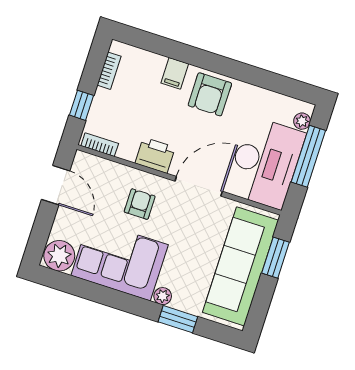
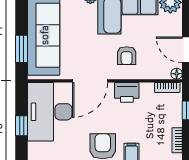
plant: (302, 121) -> (34, 148), removed
window: (308, 156) -> (22, 126), width x0.46
floor lamp: (81, 159) -> (177, 74), added

